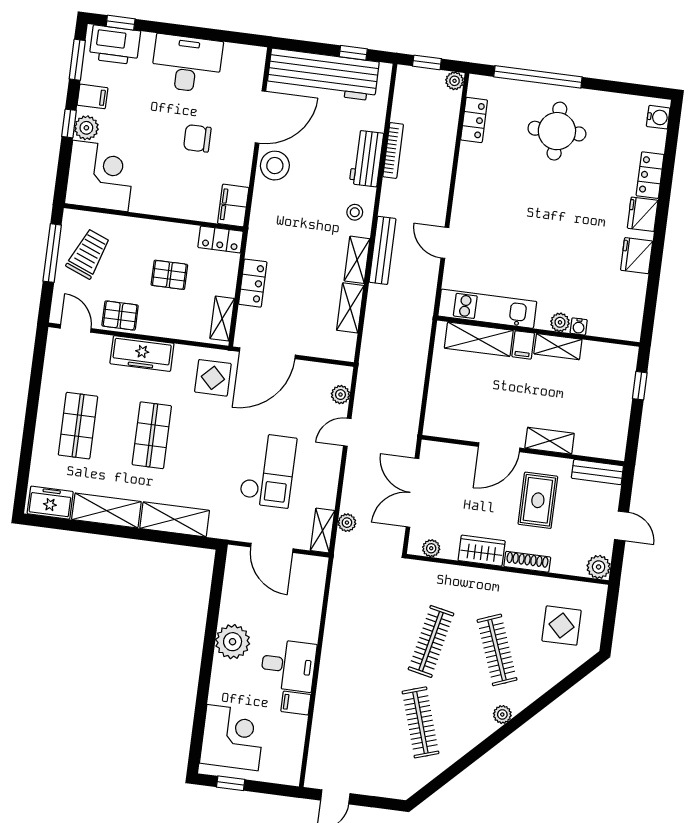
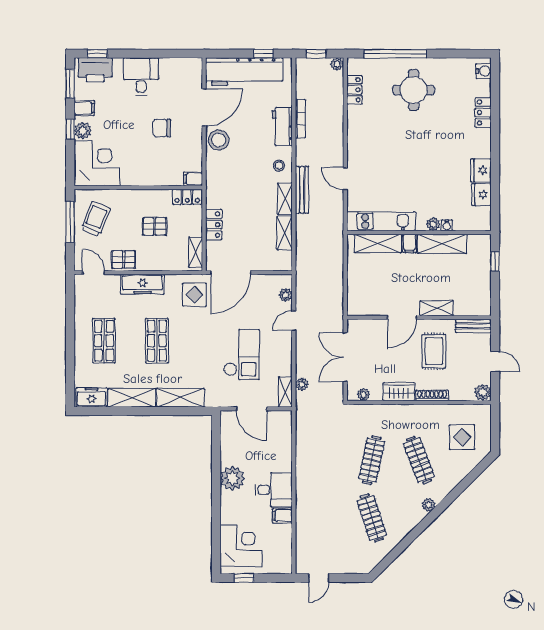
desk: (187, 64) -> (141, 76), width x0.73
filing cabinet: (233, 205) -> (193, 179), width x0.50
fridge: (643, 214) -> (481, 194), moved
shelving: (558, 347) -> (442, 244), width x1.50, depth x1.33

